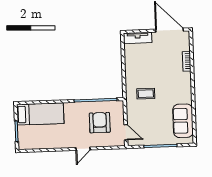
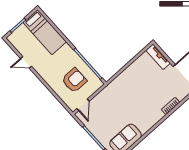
coffee table: (146, 94) -> (123, 96), removed
door: (83, 149) -> (26, 62), moved

